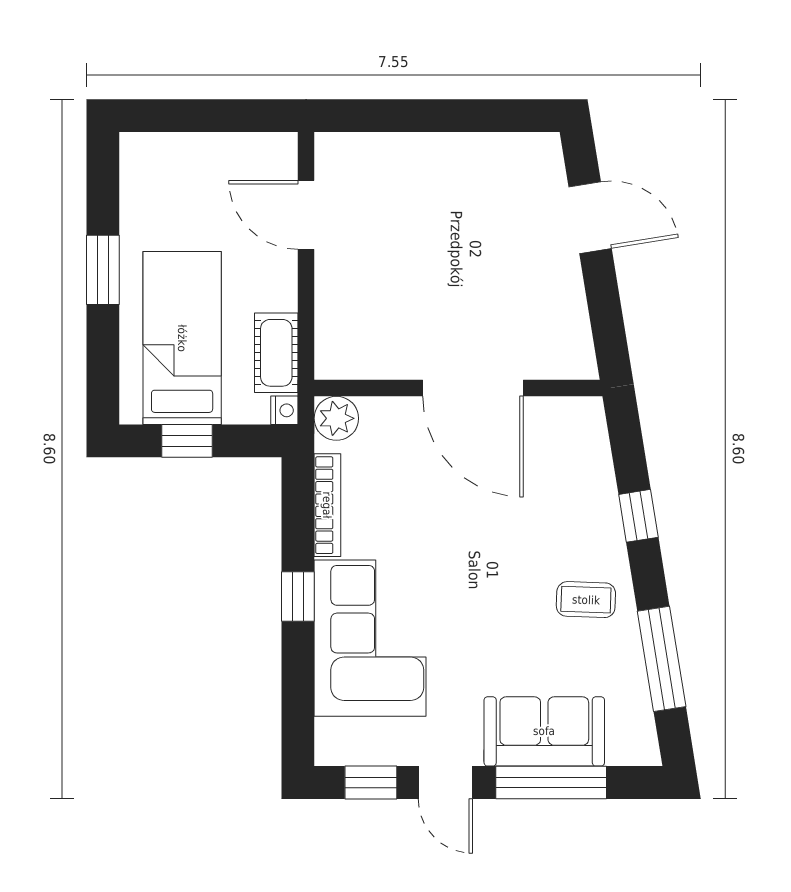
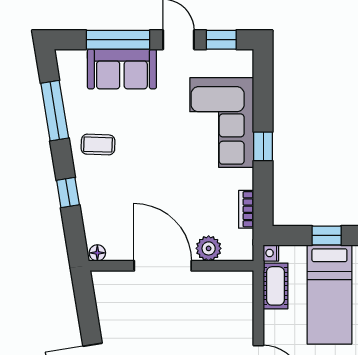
floor lamp: (587, 410) -> (97, 253), added
plant: (336, 418) -> (209, 248), moved
bookcase: (327, 505) -> (246, 209), width x0.64

